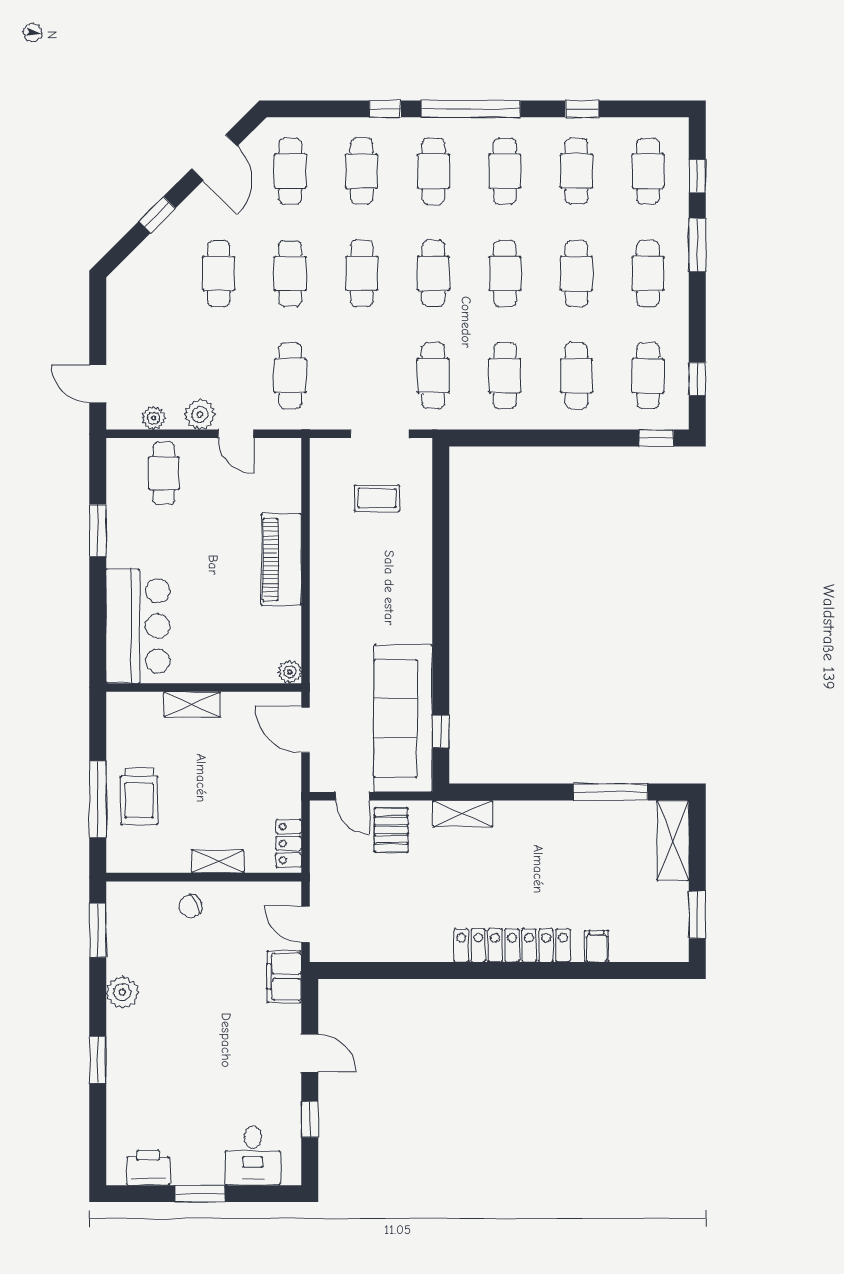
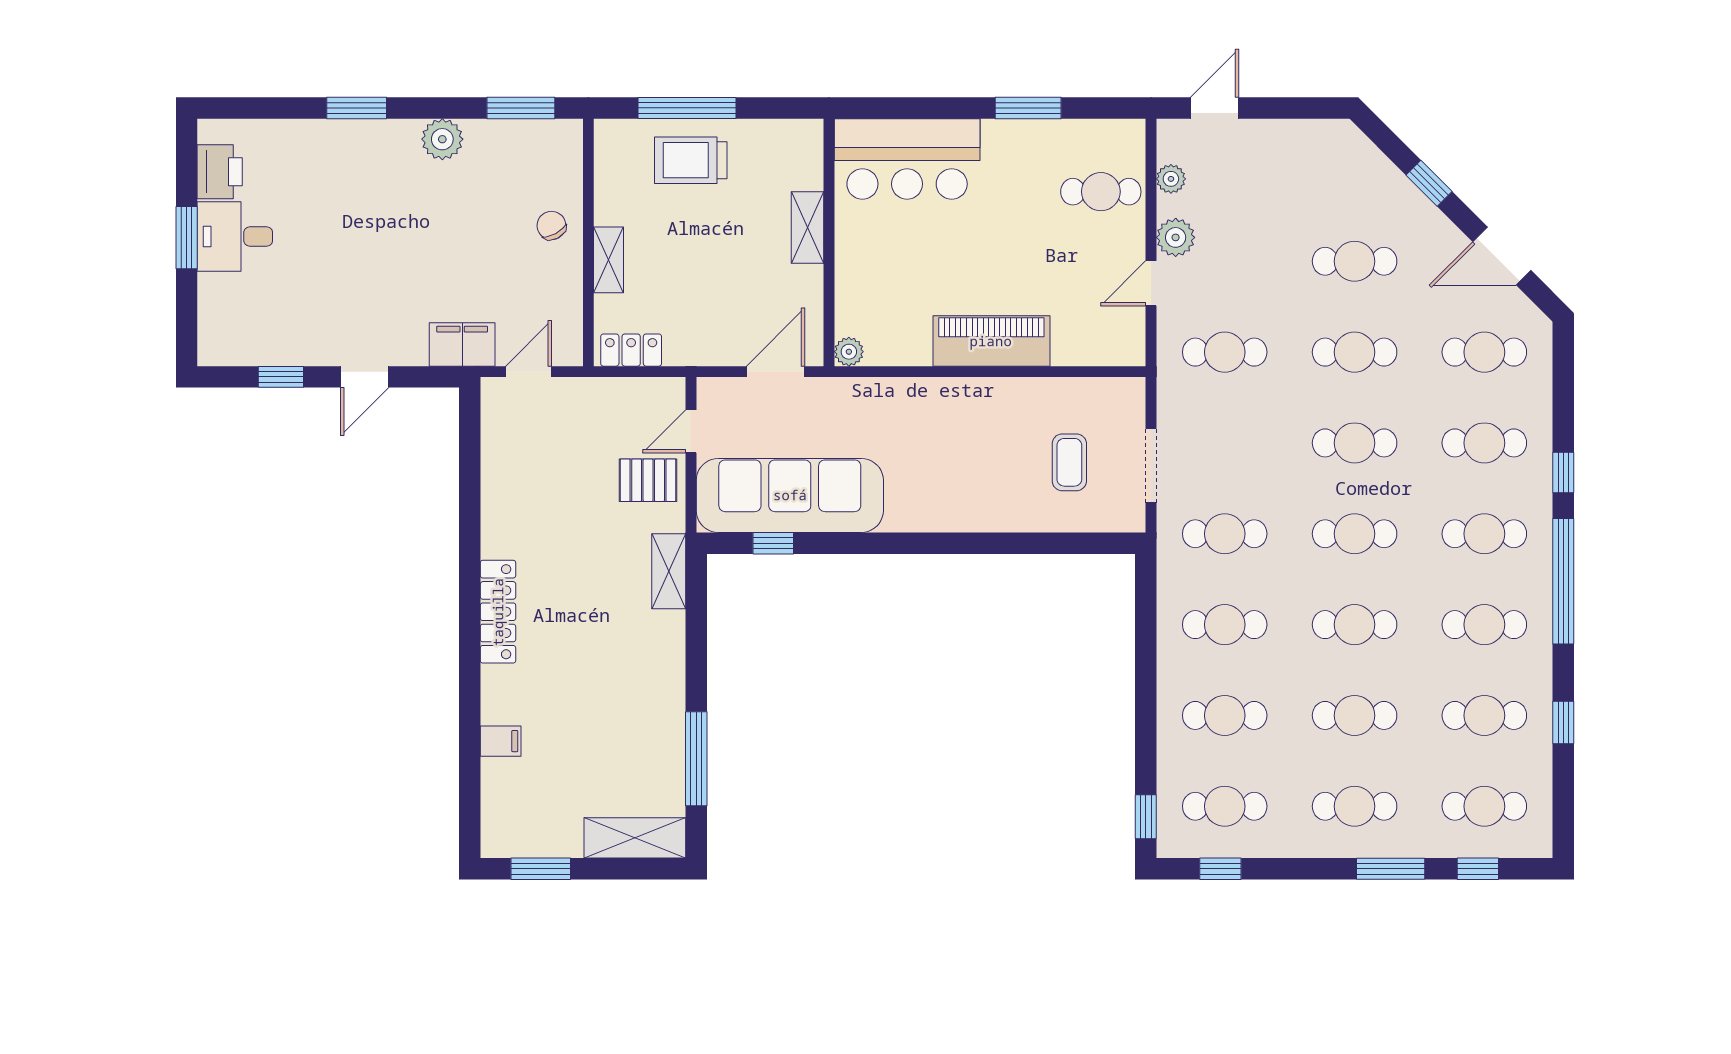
locker: (512, 945) -> (498, 612), width x0.71, depth x0.83
desk: (253, 1156) -> (235, 236), moved

